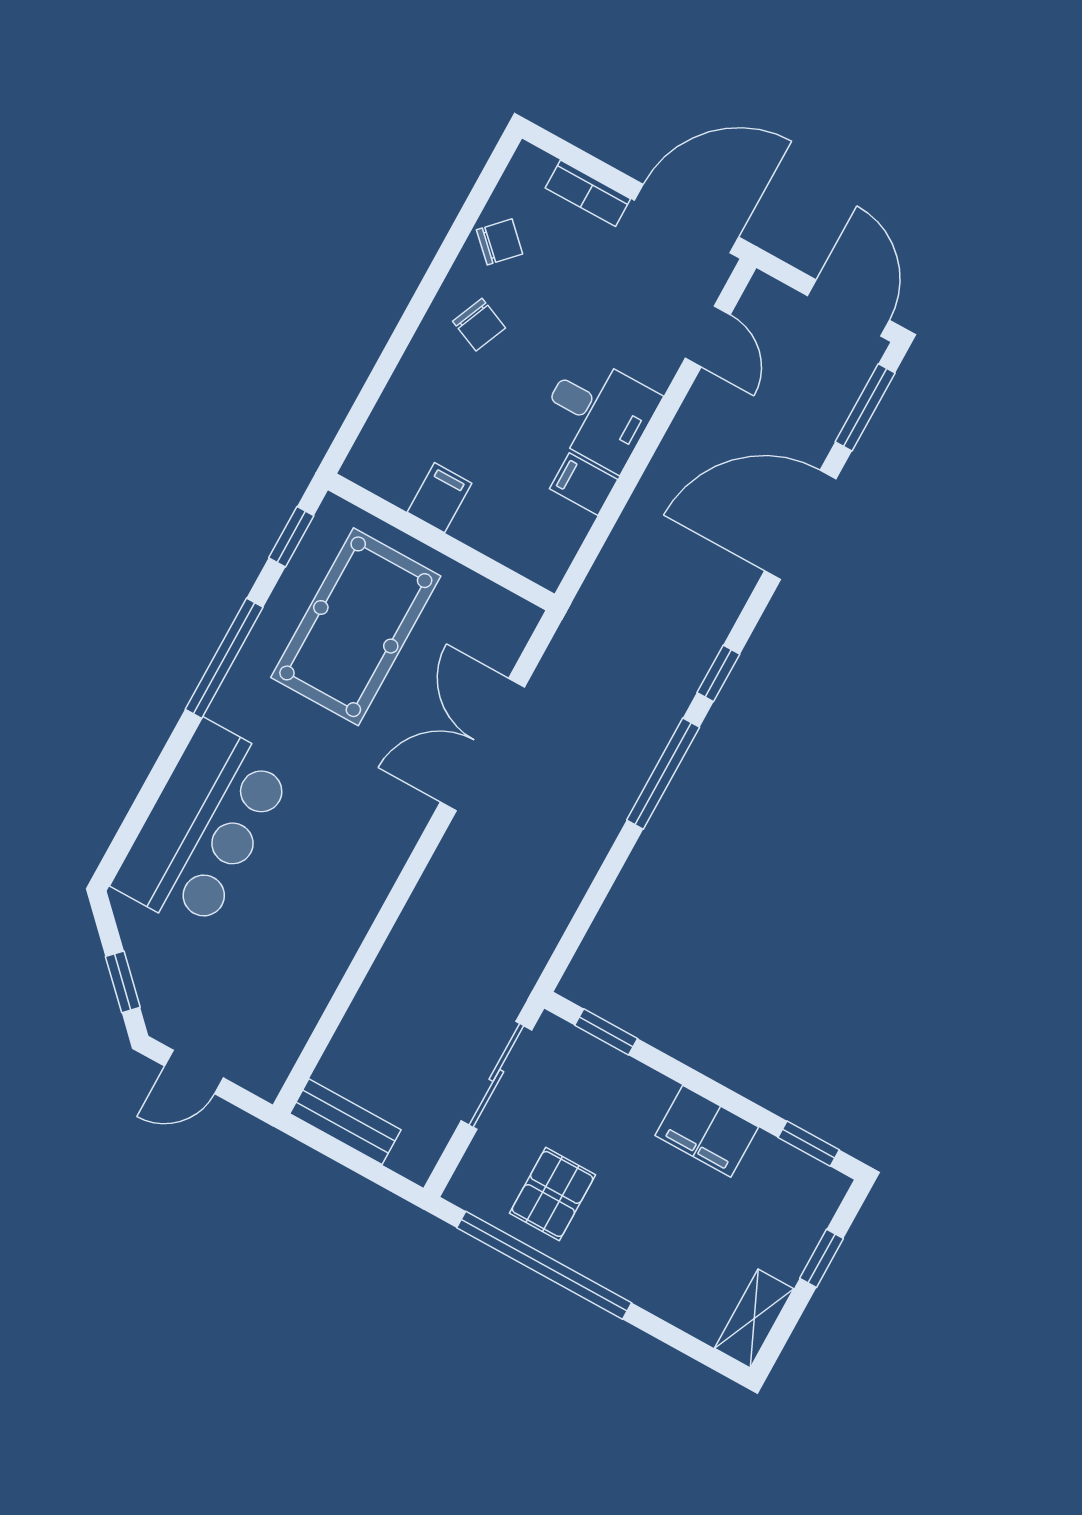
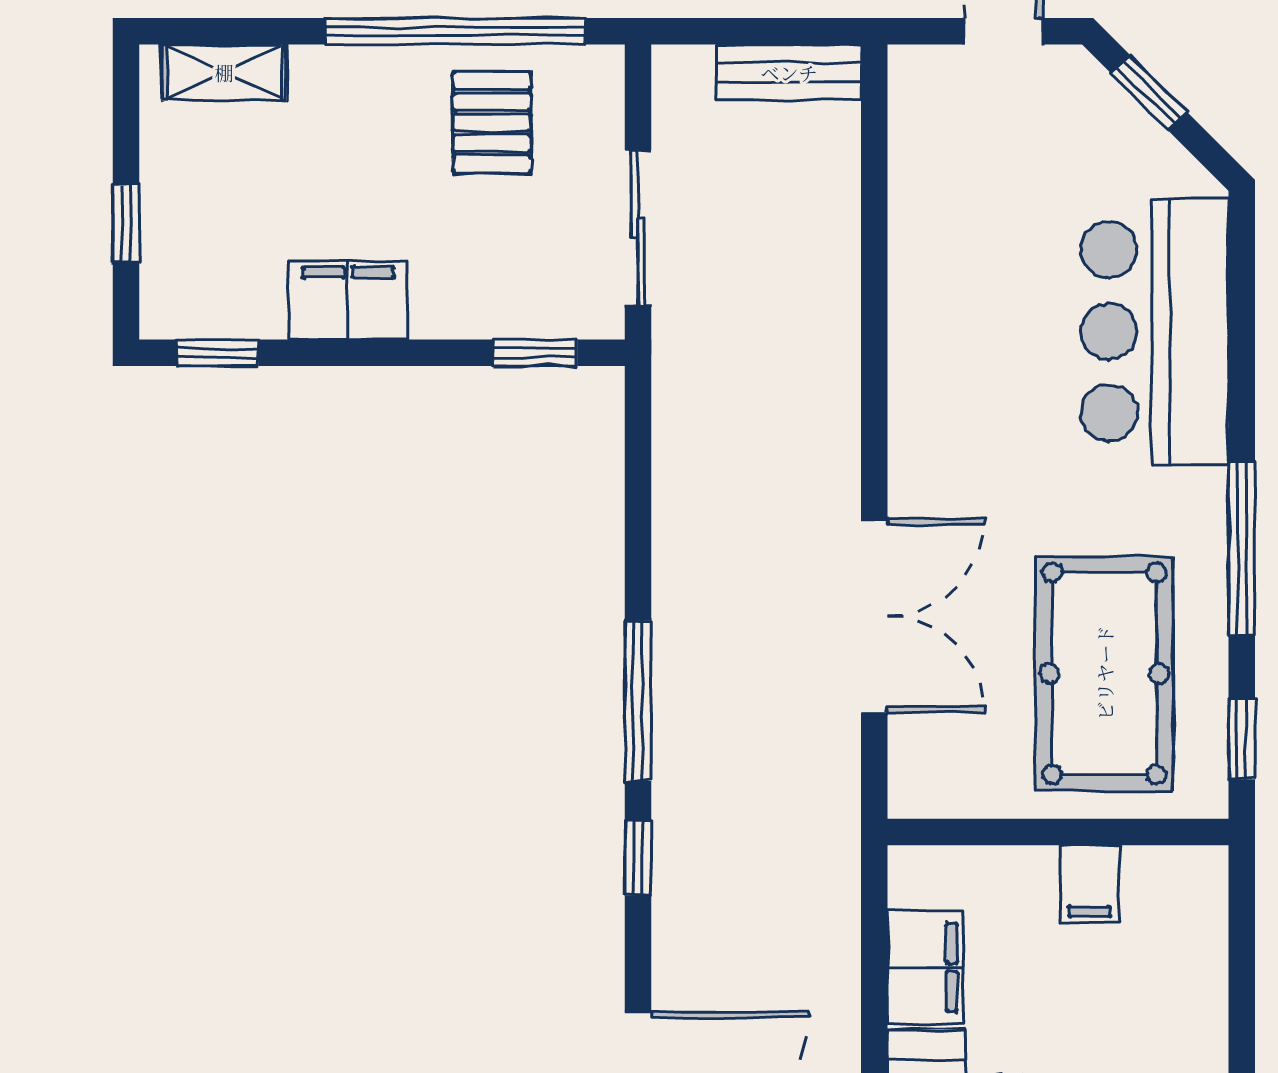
filing cabinet: (584, 484) -> (925, 967), width x2.00
shelving: (754, 1318) -> (224, 72), moved, turned 90

